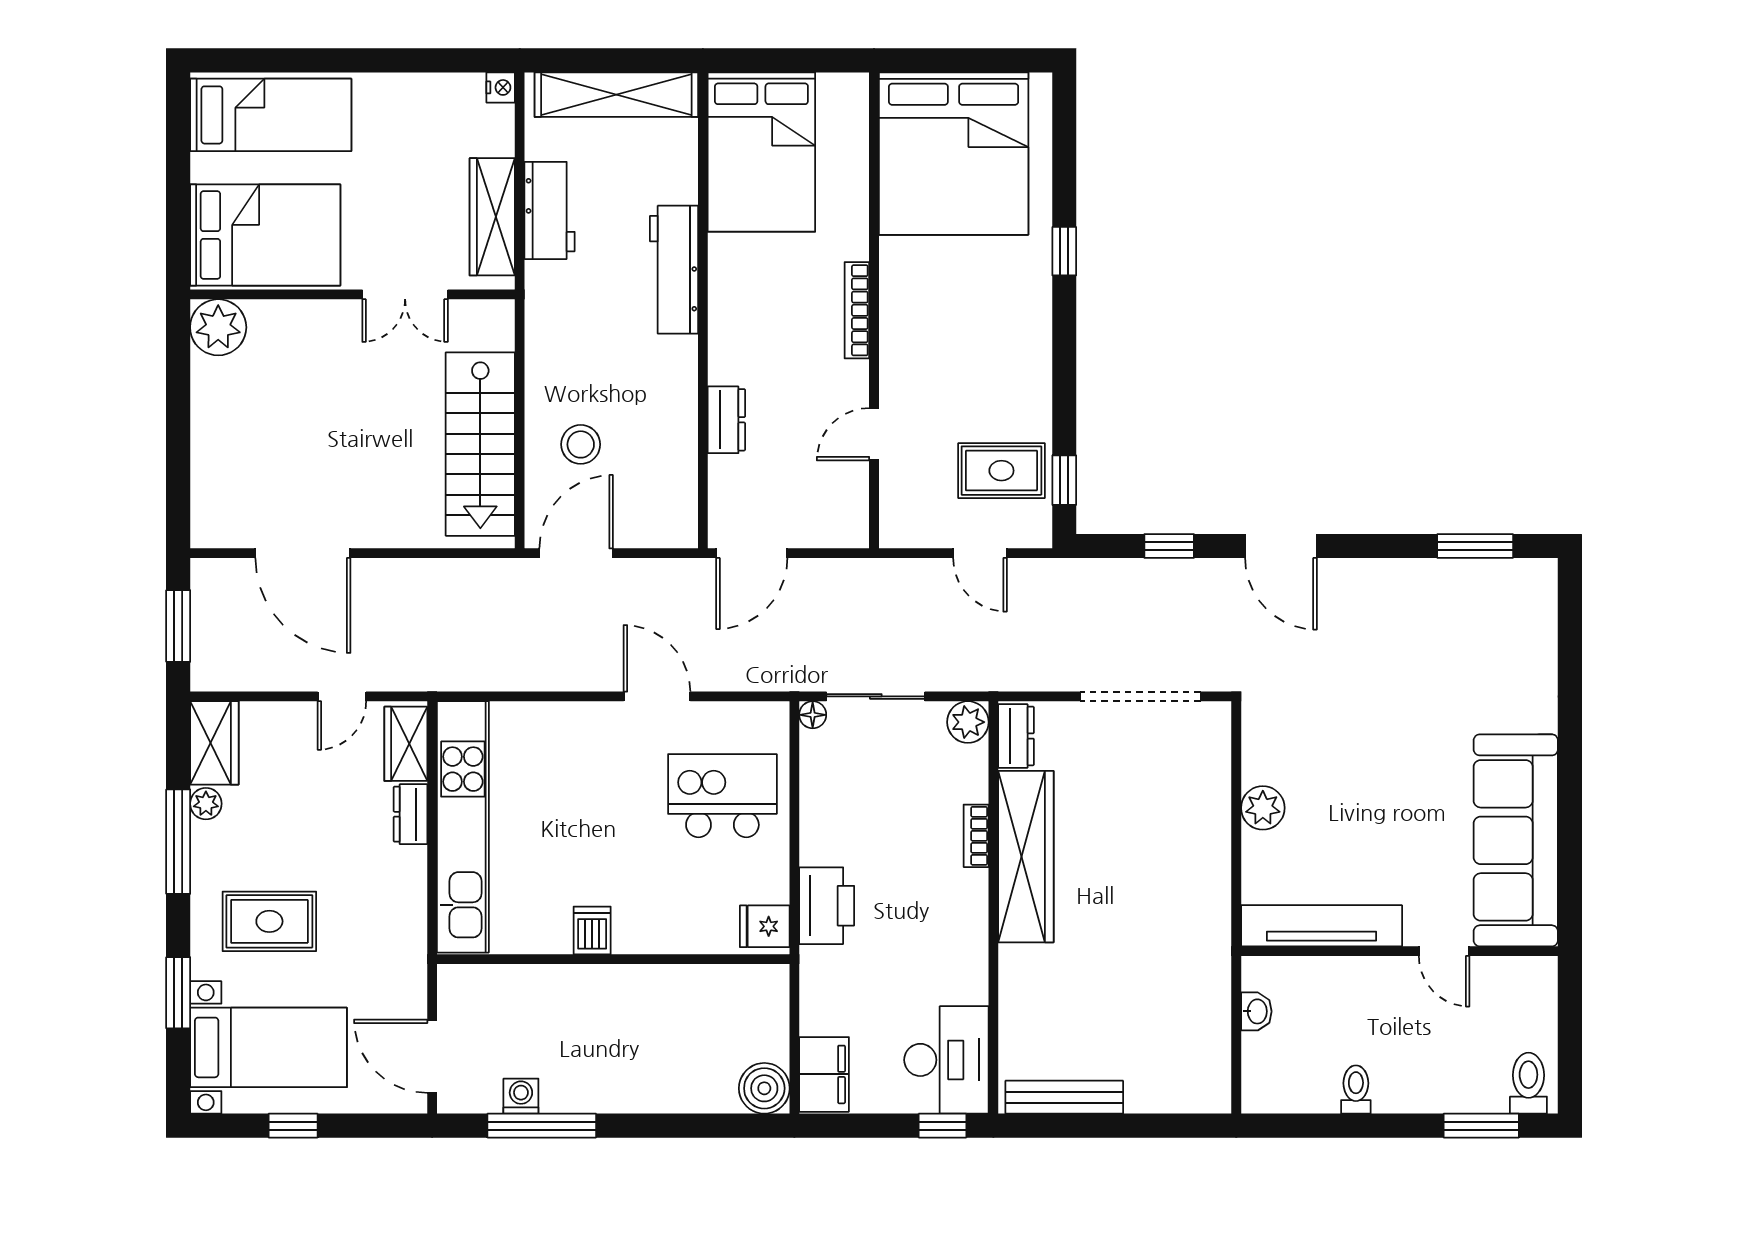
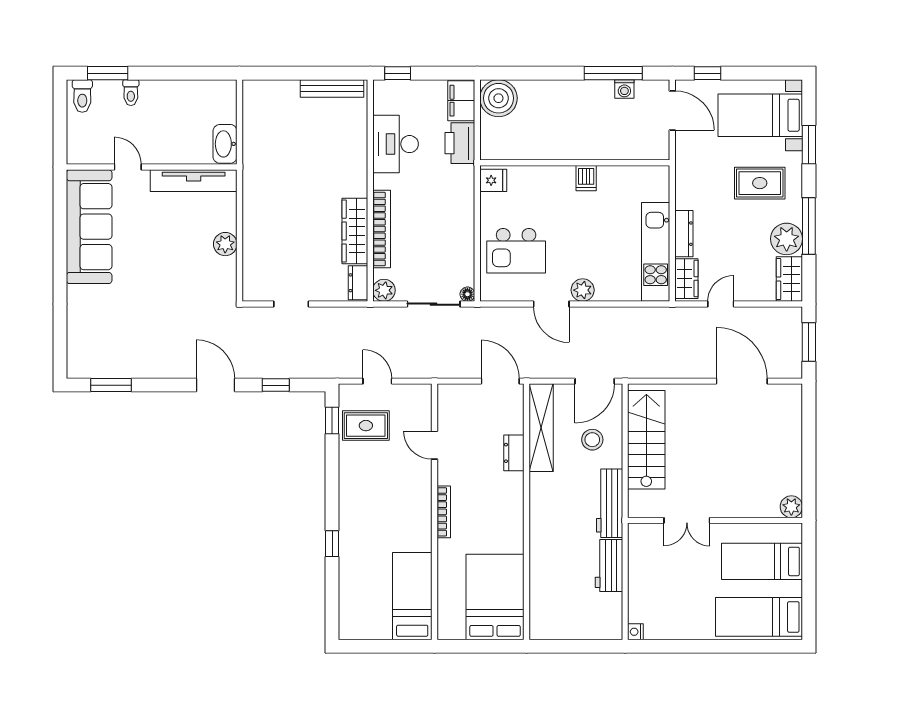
shelving: (616, 95) -> (541, 428), moved, turned 90
bed: (954, 154) -> (412, 596), width x0.49
wardrobe: (492, 217) -> (640, 562), removed
bed: (265, 235) -> (762, 561), width x0.67
workbench: (674, 270) -> (610, 503), moved, turned 180
double door: (405, 294) -> (687, 520), swing flipped
plant: (218, 327) -> (791, 507), width x0.73, depth x0.73
door: (874, 434) -> (434, 445), swing flipped
door: (752, 553) -> (500, 381), hinge flipped
doorway: (1140, 696) -> (291, 304), width x0.53
plant: (599, 722) -> (583, 290), added
plant: (206, 804) -> (787, 239), width x1.88, depth x1.88
dresser: (411, 814) -> (684, 234), width x1.44
kitchen unit: (463, 827) -> (656, 252), width x0.73
bookcase: (976, 836) -> (382, 229), width x2.31, depth x1.31
wardrobe: (1026, 857) -> (355, 231), width x0.71, depth x0.85
printer: (827, 906) -> (460, 143), moved
washbasin: (1256, 1011) -> (225, 144), width x1.91, depth x1.45
desk: (946, 1060) -> (395, 144), moved
boiler: (764, 1088) -> (498, 98), width x1.37, depth x1.37
toilet: (1356, 1089) -> (131, 93), moved
window: (293, 1126) -> (708, 73), moved

